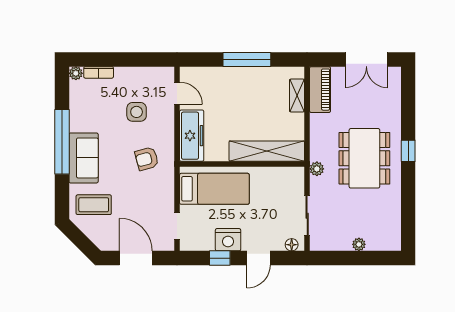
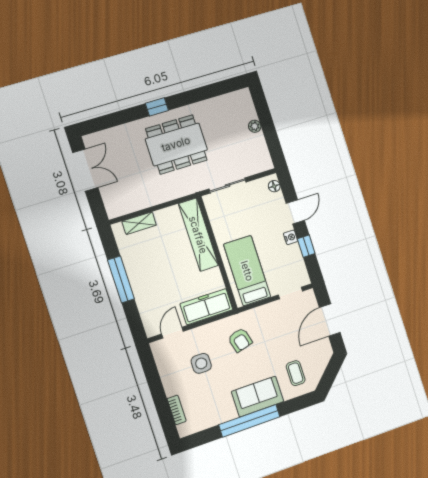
plant: (76, 73) -> (184, 430), removed
piano: (320, 90) -> (127, 204), removed
plant: (317, 169) -> (200, 185), removed
coffee table: (94, 205) -> (296, 373), width x0.73, depth x0.77
sliding door: (307, 216) -> (228, 186), moved
nightstand: (228, 240) -> (291, 237), width x0.53, depth x0.56
door: (258, 258) -> (295, 212), hinge flipped

